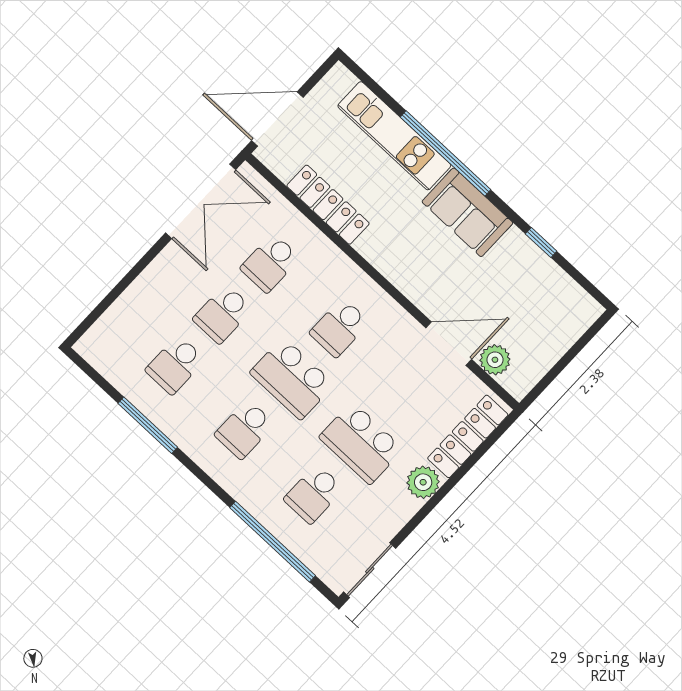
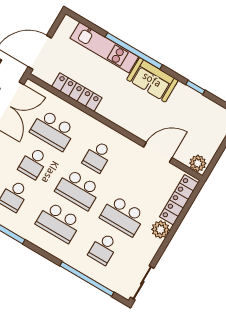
school desk: (270, 263) -> (53, 130), width x1.85
plant: (495, 360) -> (198, 163), moved
school desk: (244, 429) -> (59, 222), width x1.85

